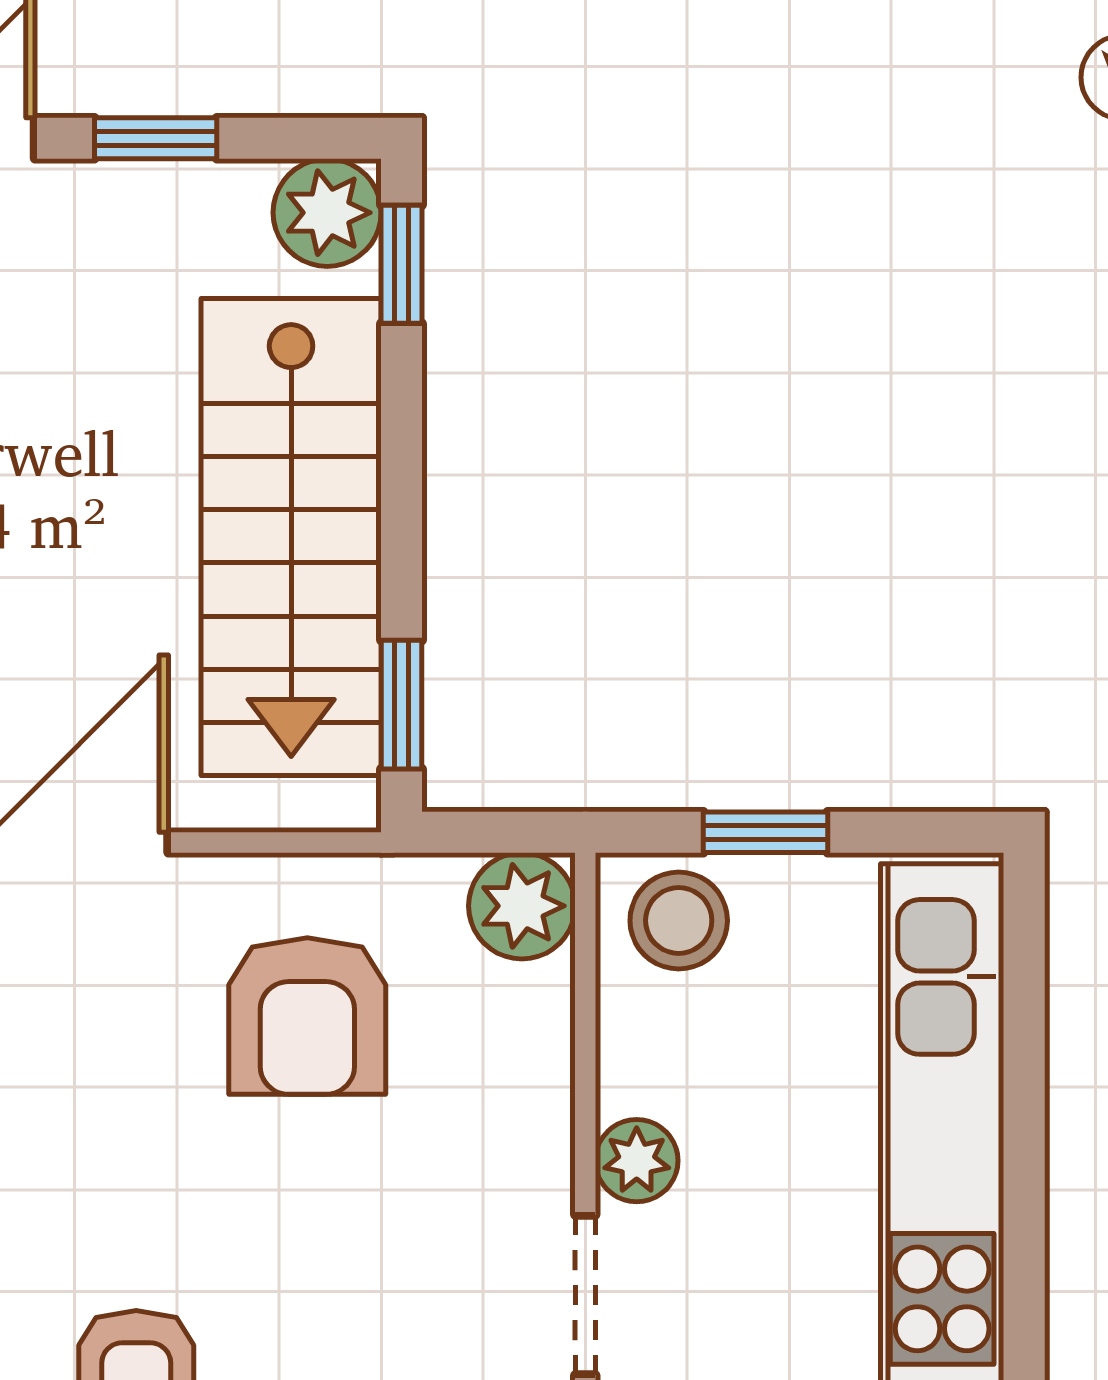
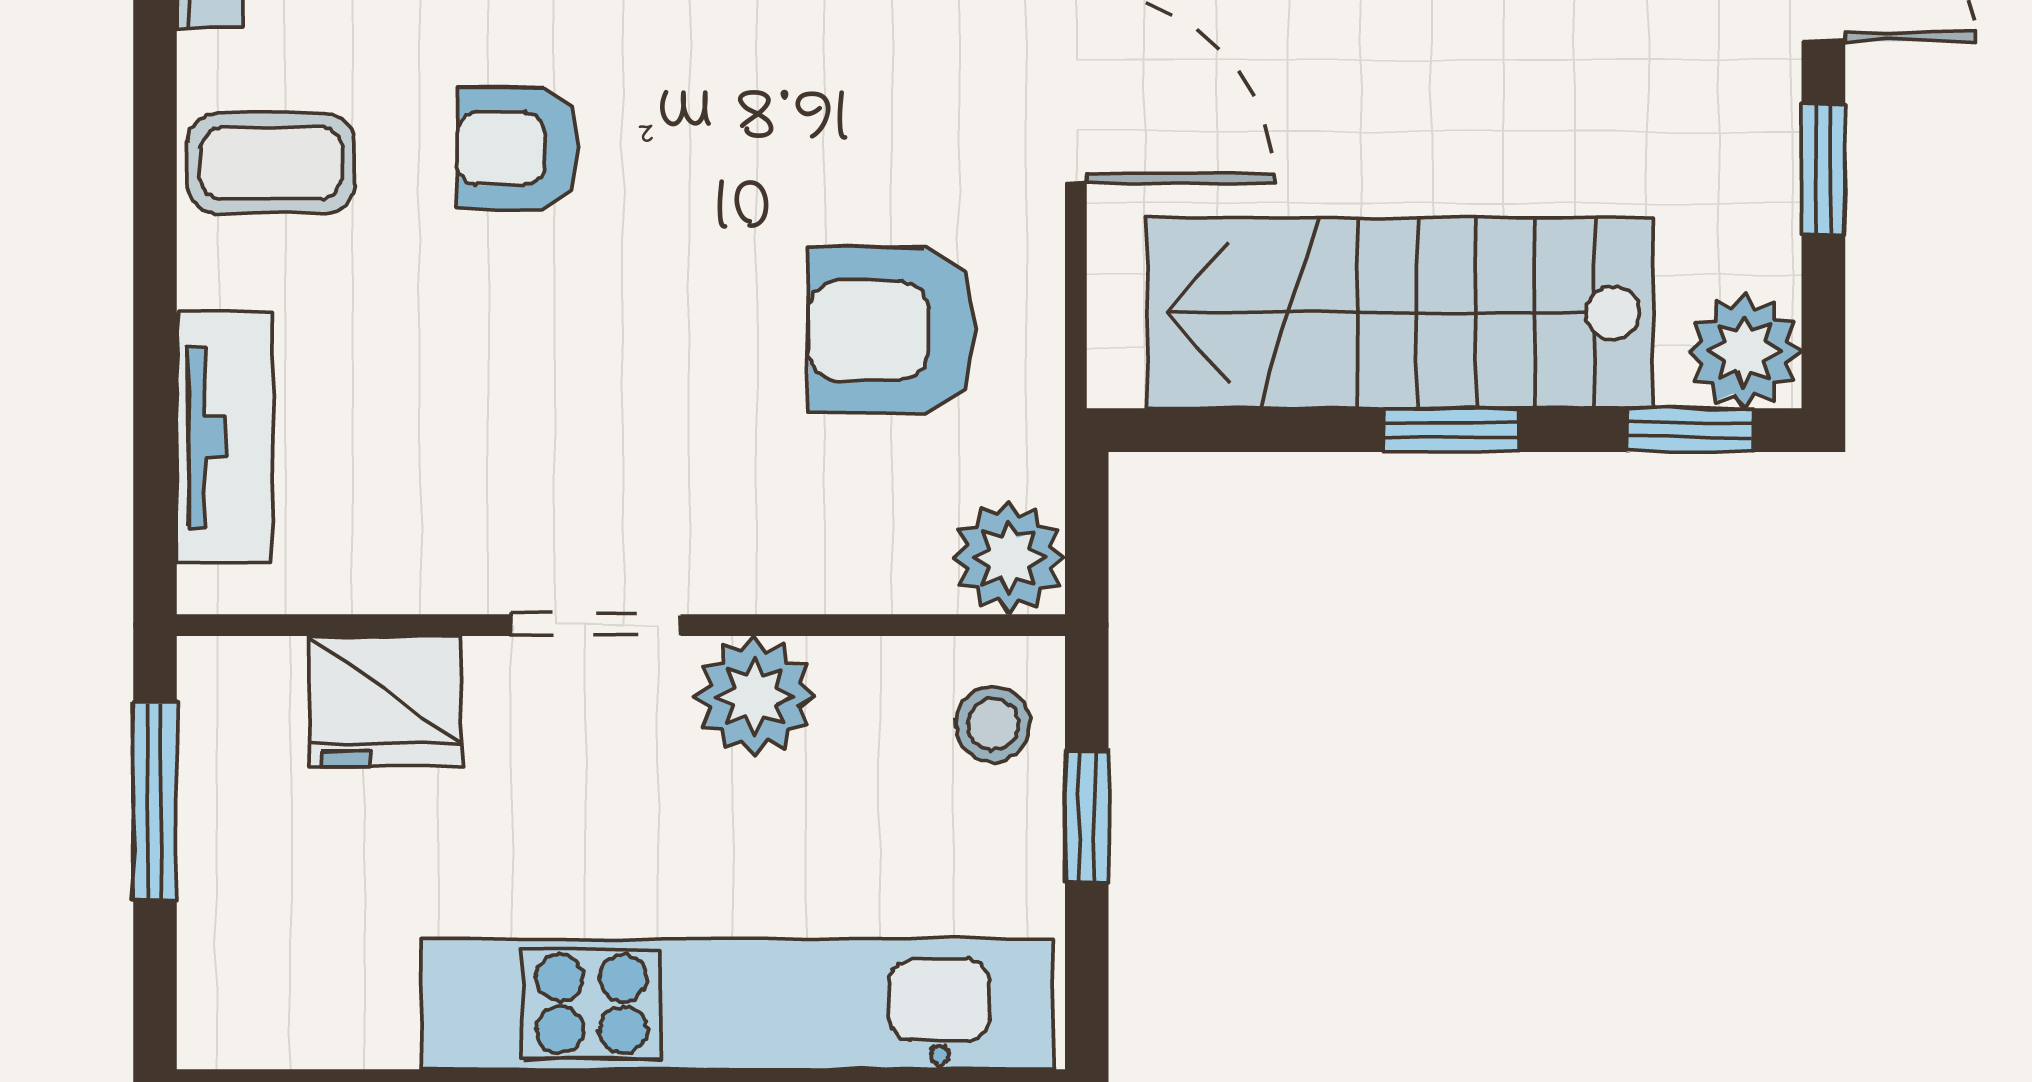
window: (402, 705) -> (1451, 430), moved
stool: (679, 921) -> (993, 724), width x0.73, depth x0.73
plant: (637, 1161) -> (755, 696), width x1.38, depth x1.38

